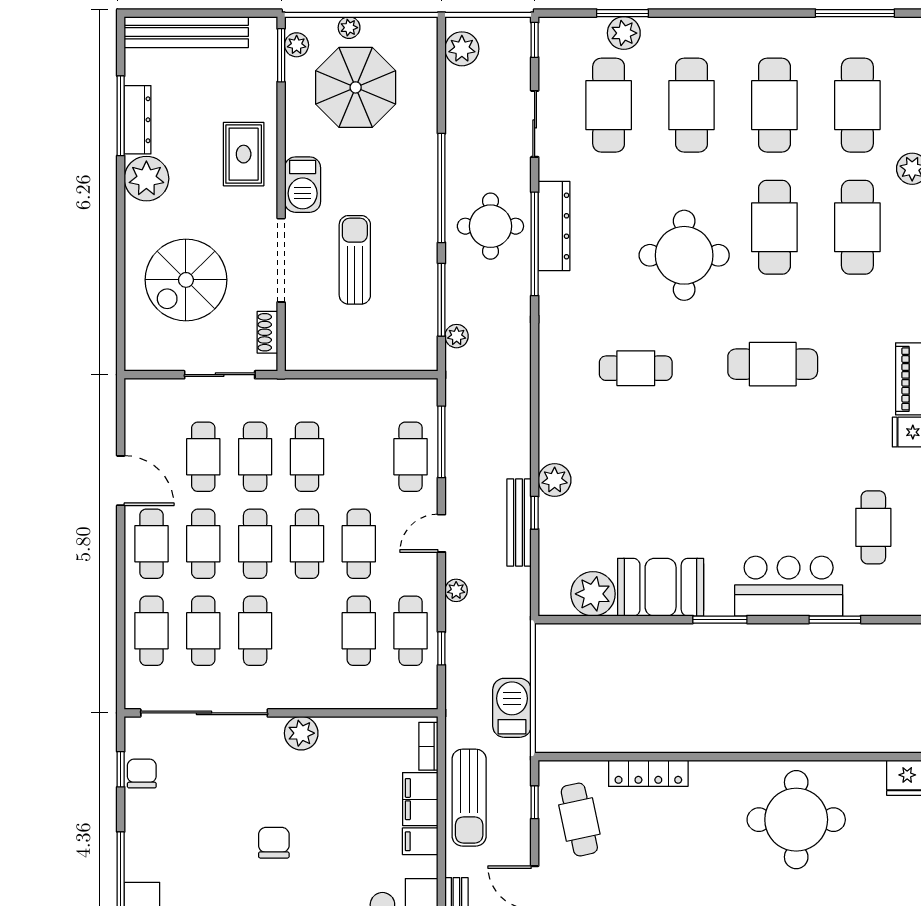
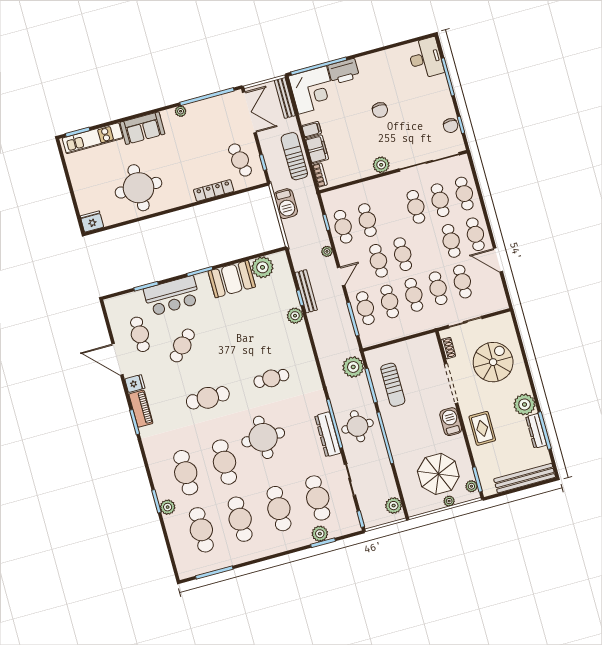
sun lounger: (355, 260) -> (393, 385), moved
plant: (457, 336) -> (353, 367), width x1.88, depth x1.88
cafe table: (795, 482) -> (182, 345), added
cafe table: (255, 544) -> (390, 301), moved

